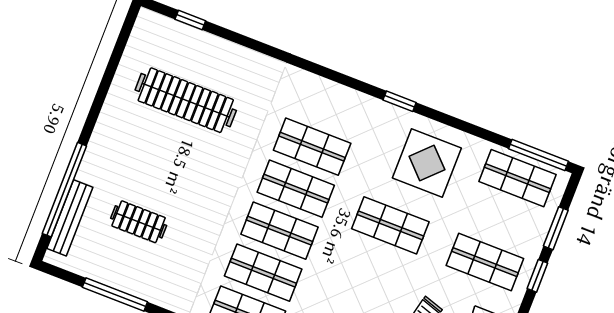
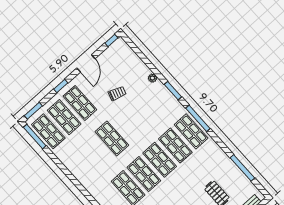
window: (400, 101) -> (82, 189), removed
display table: (427, 163) -> (83, 157), removed
shop shelf: (501, 220) -> (64, 117), added
window: (556, 228) -> (33, 111), moved

